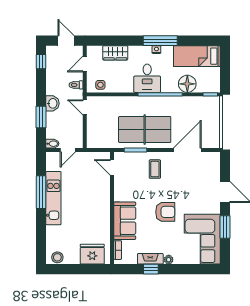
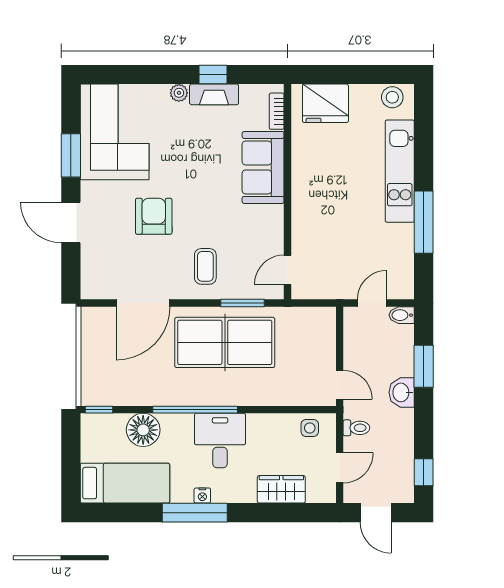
door: (112, 167) -> (288, 270), swing flipped
kitchen unit: (53, 198) -> (400, 171), moved
armchair: (165, 212) -> (154, 216), moved, turned 90

